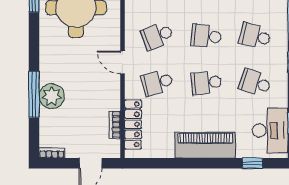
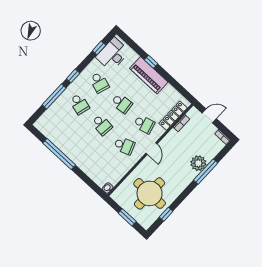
window: (252, 163) -> (151, 62), moved

